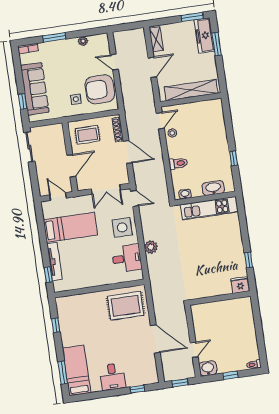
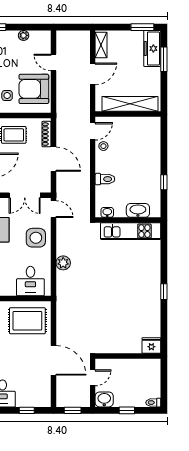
desk: (127, 258) -> (30, 281), moved, turned 90
fridge: (240, 285) -> (151, 345), moved
wall: (220, 298) -> (128, 356), moved

